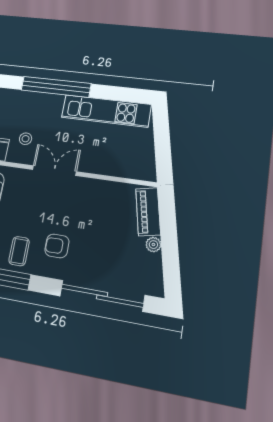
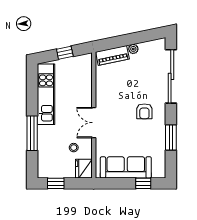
window: (56, 87) -> (32, 133), width x0.68
window: (162, 144) -> (65, 53), added
coffee table: (19, 251) -> (152, 136), removed

